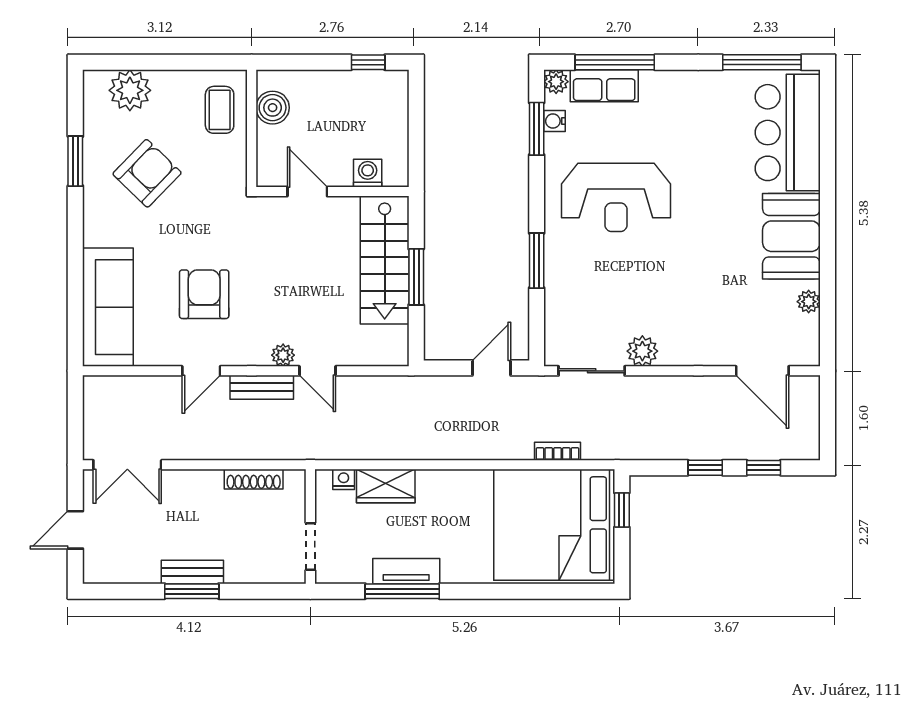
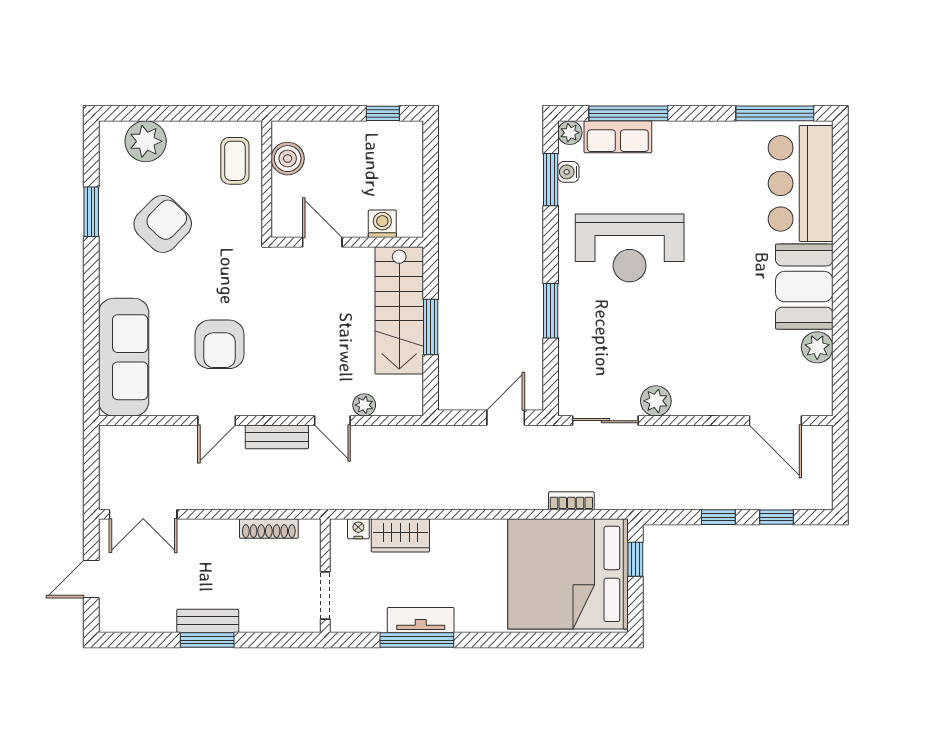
armchair: (204, 294) -> (220, 344), turned 180
plant: (809, 302) -> (817, 347), width x1.38, depth x1.38
plant: (283, 355) -> (364, 405), moved

